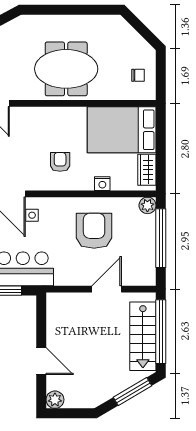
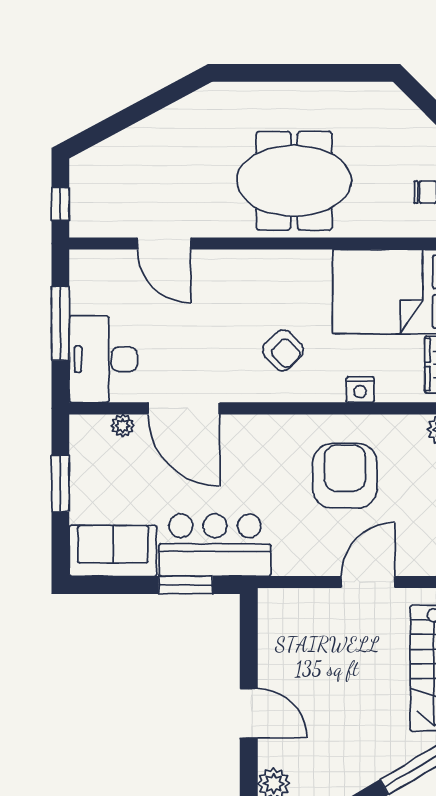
armchair: (60, 162) -> (283, 350), turned 135
side table: (32, 215) -> (232, 447), removed

